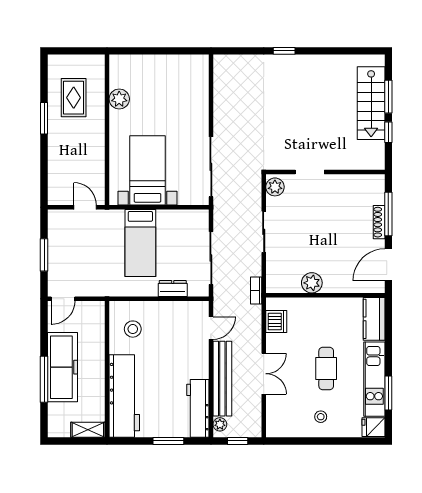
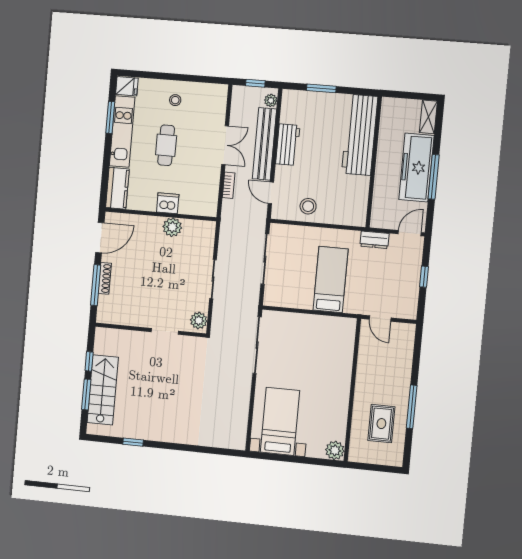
window: (284, 51) -> (133, 442), moved
plant: (119, 99) -> (335, 450), moved
window: (44, 118) -> (412, 407), width x1.44
bed with nightstands: (147, 170) -> (280, 421), moved, turned 180
window: (44, 255) -> (424, 277), width x0.67
dresser: (173, 288) -> (375, 240), moved
bookcase: (256, 291) -> (229, 185), moved
dishwasher: (276, 321) -> (168, 203), moved, turned 90
door: (211, 328) -> (271, 193), hinge flipped
stool: (133, 329) -> (308, 206), moved
double door: (264, 374) -> (225, 145), swing flipped
window: (44, 379) -> (434, 177), moved
workbench: (198, 408) -> (288, 145), moved, width x0.73
shelving: (88, 430) -> (428, 117), moved, turned 90

